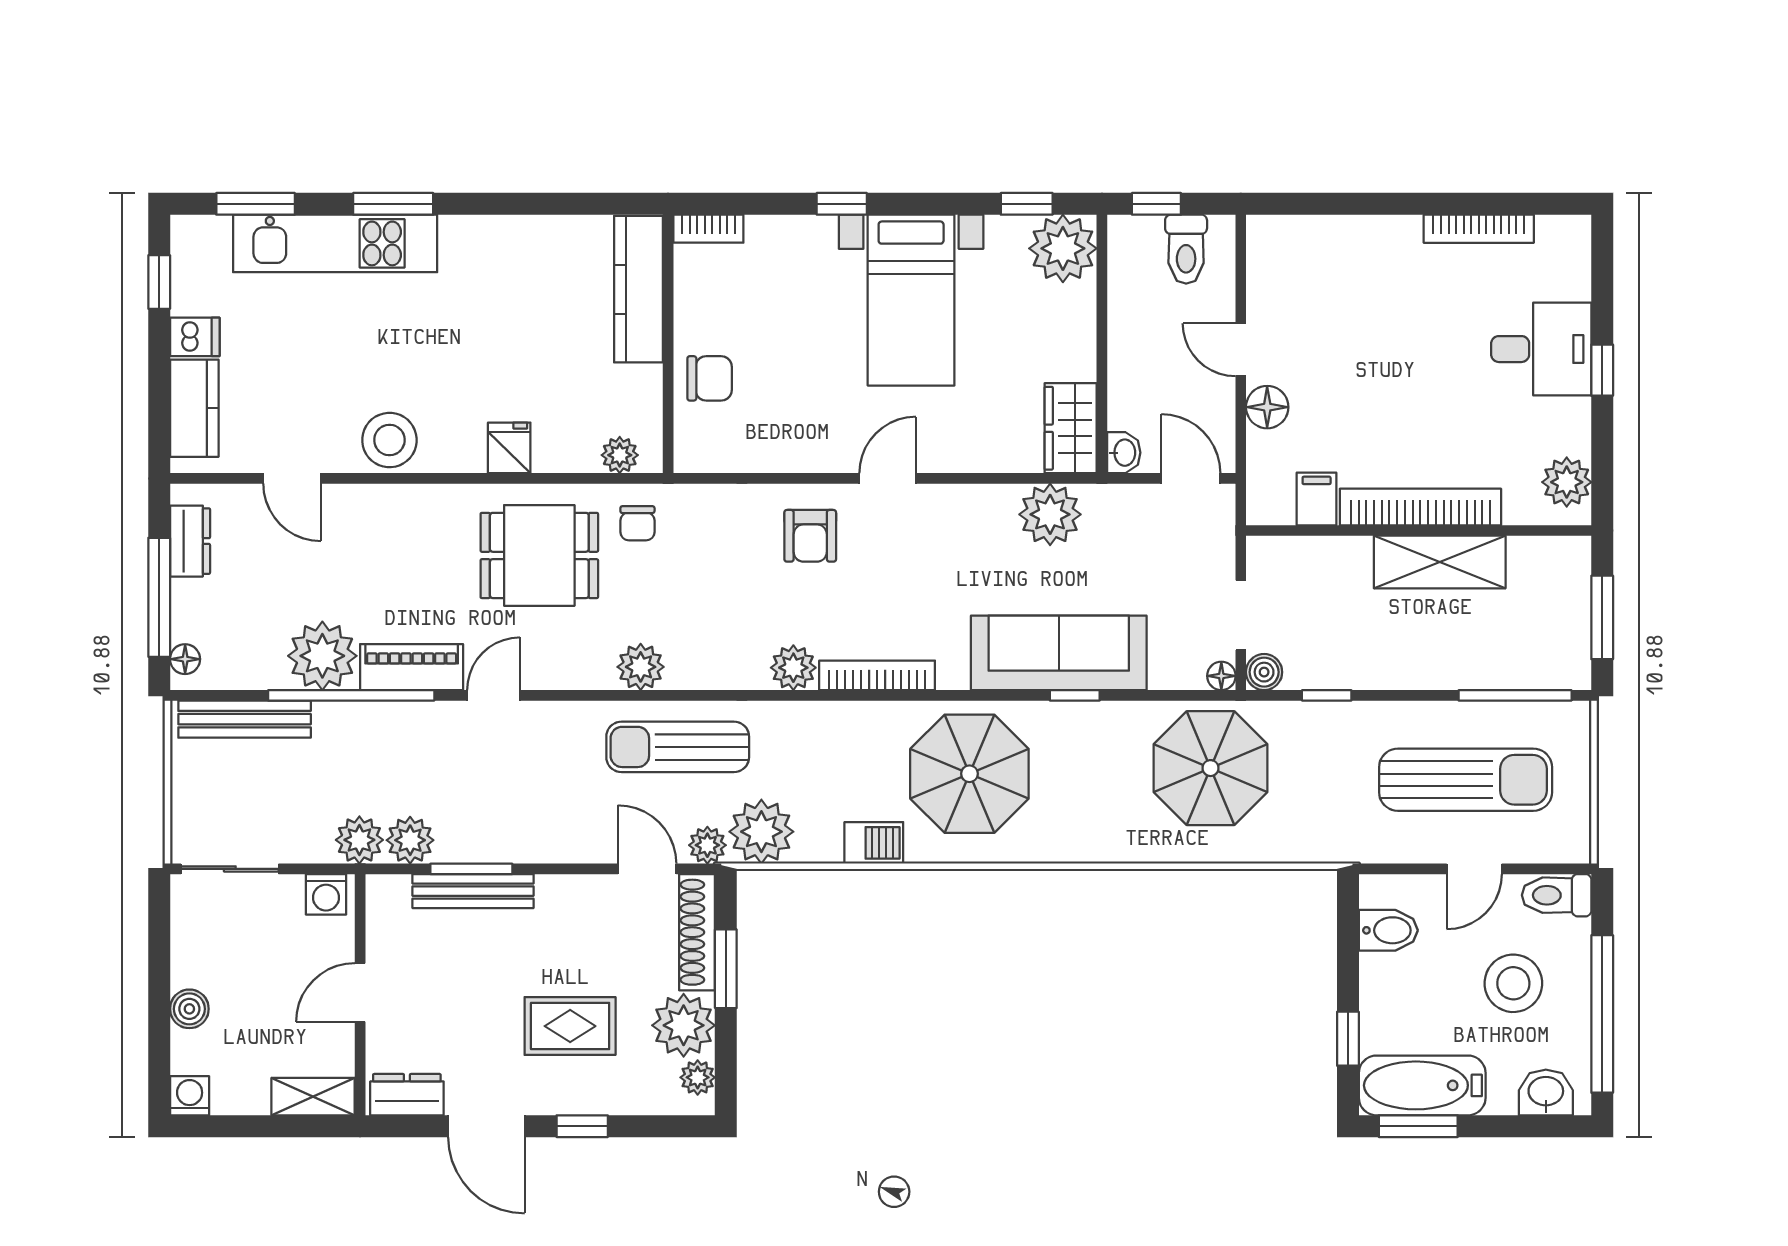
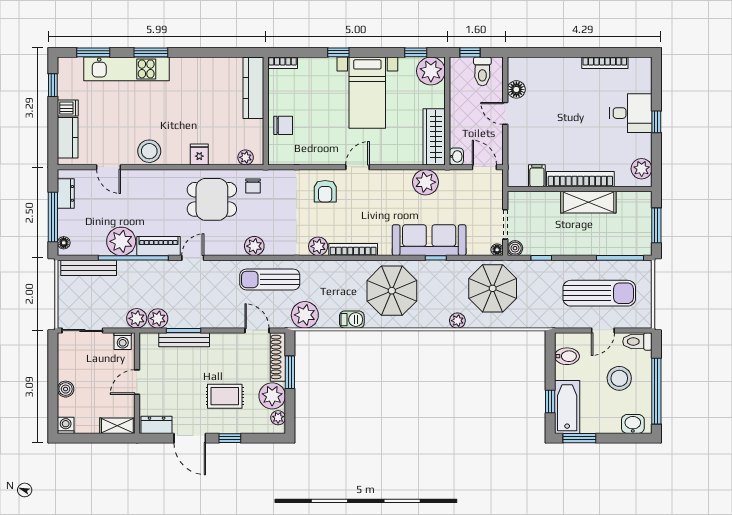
floor lamp: (1267, 407) -> (516, 89), moved
wardrobe: (1071, 428) -> (434, 137), width x1.50
plant: (707, 845) -> (457, 321), moved
bathtub: (1422, 1085) -> (567, 407), moved, turned 90

